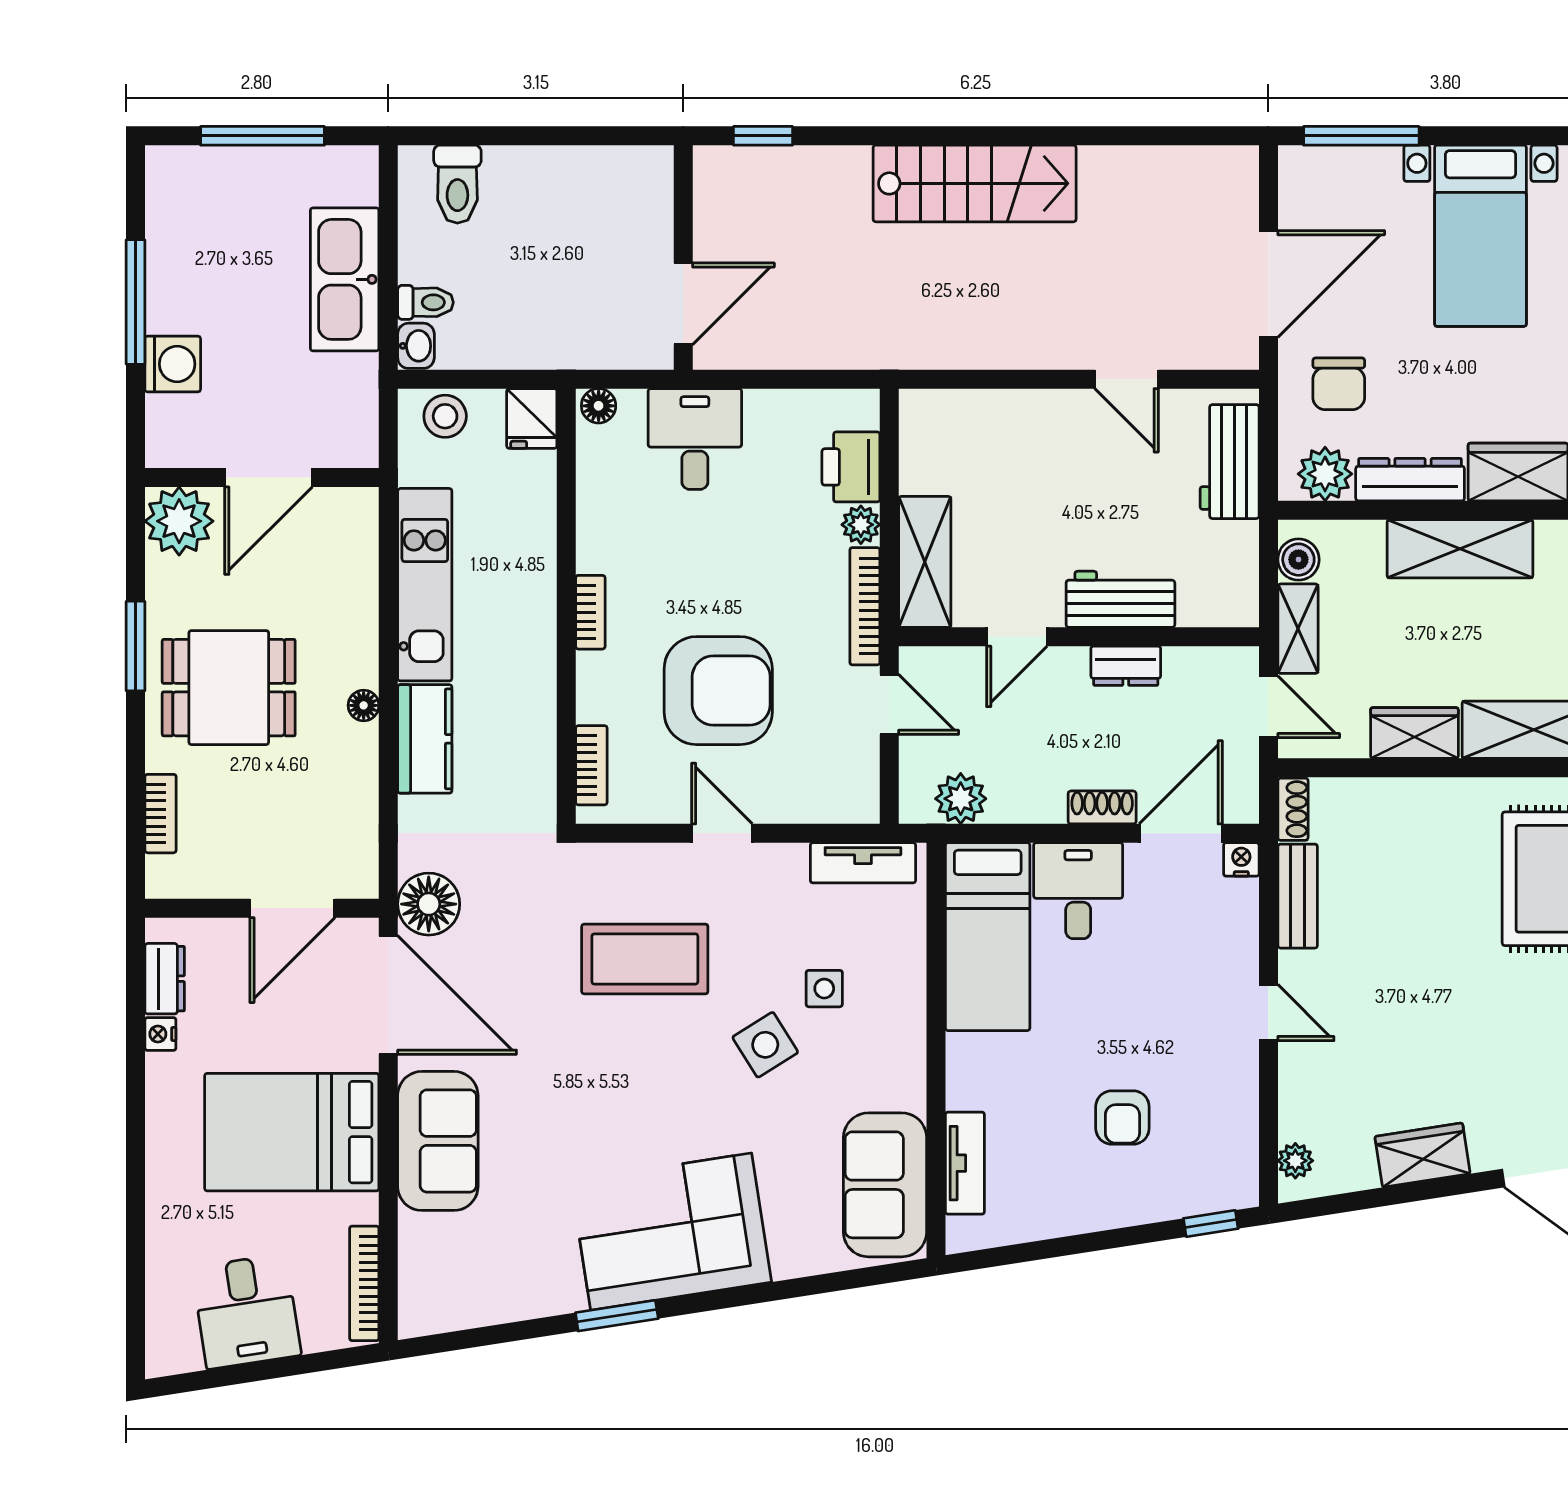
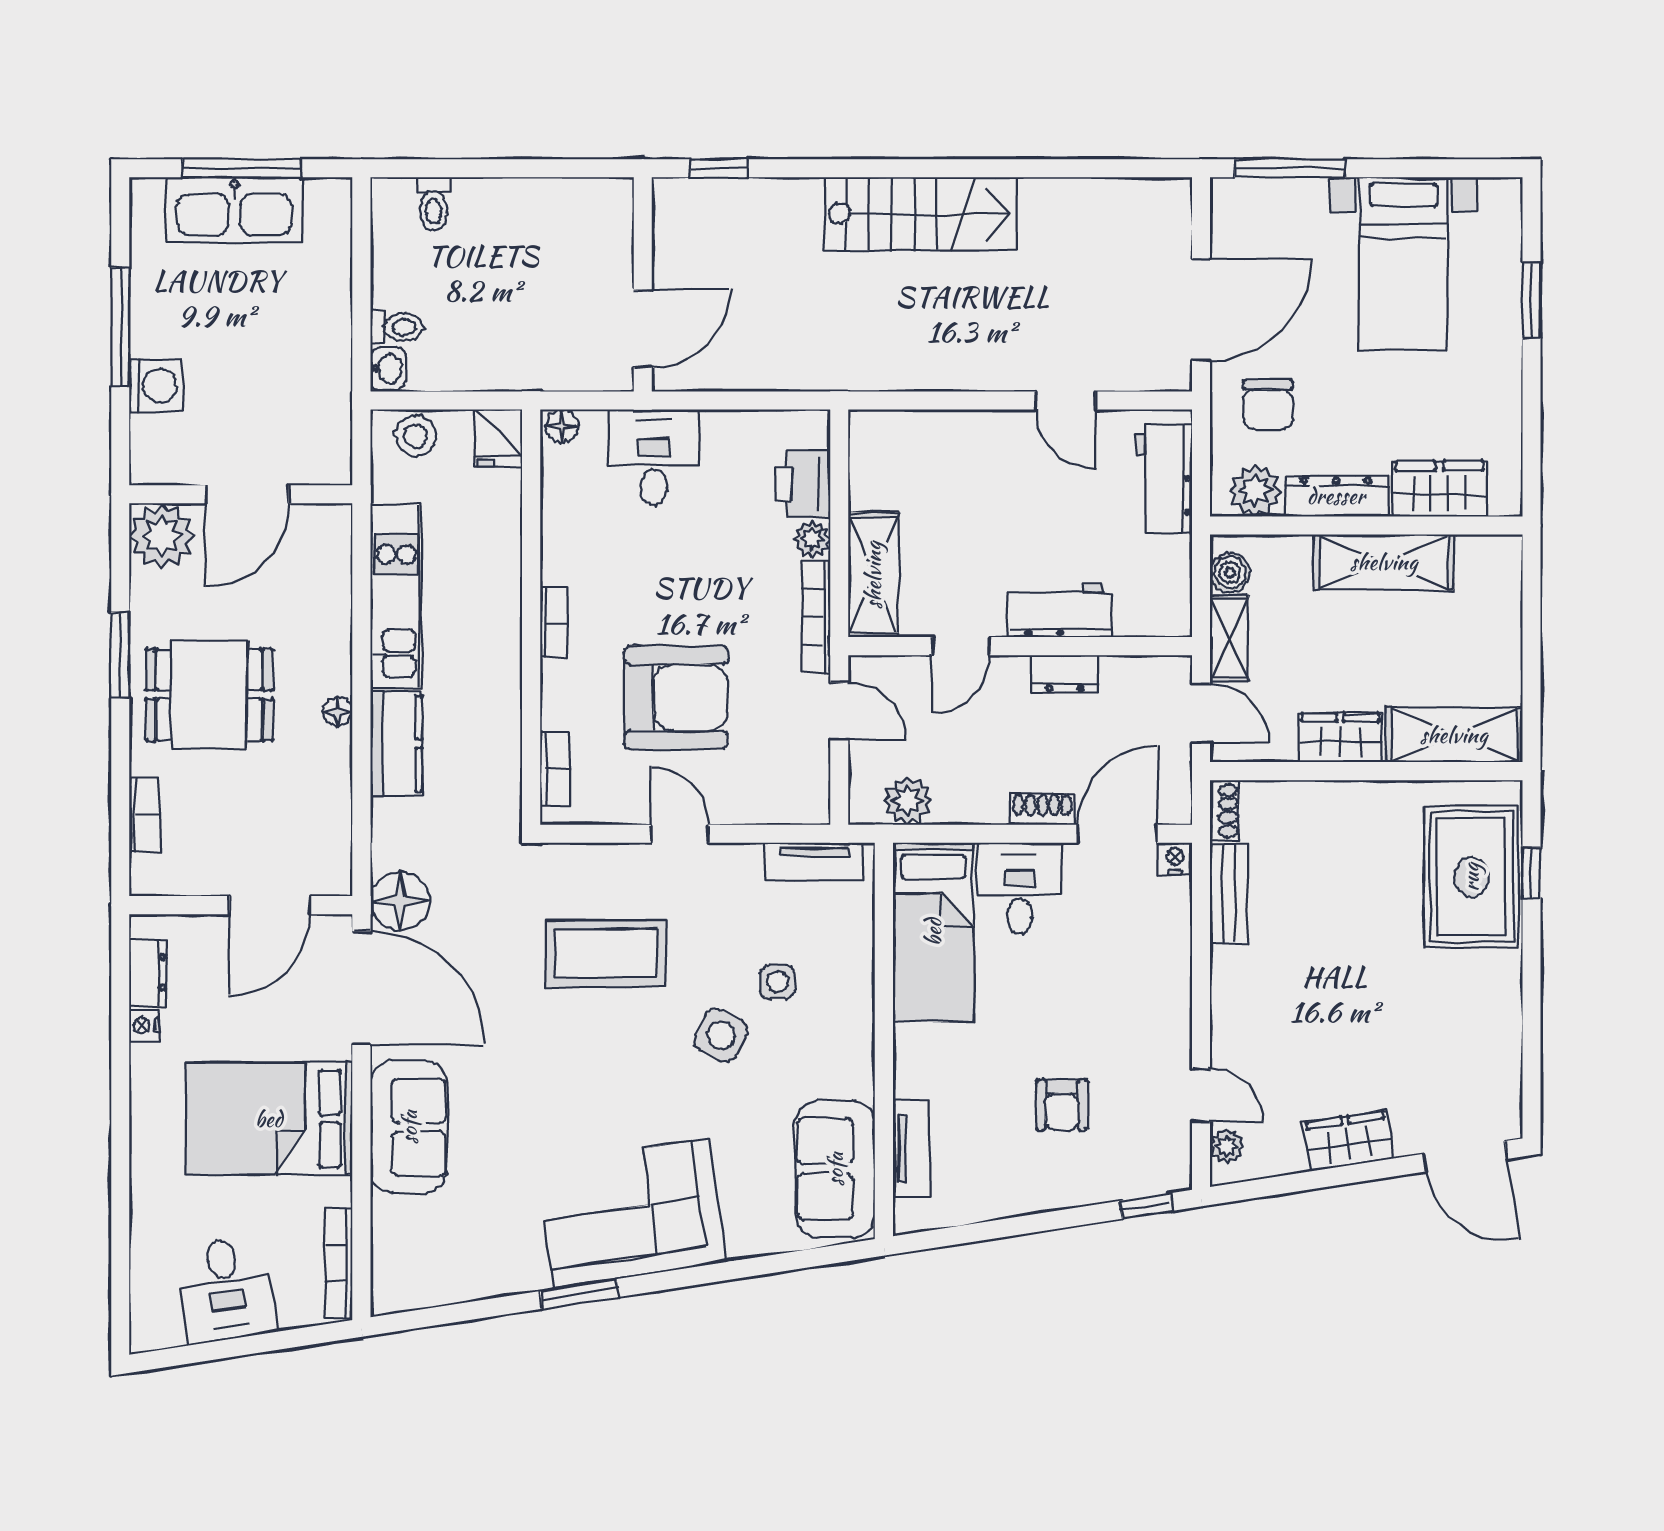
toilet: (457, 184) -> (433, 204), width x0.73, depth x0.72
kitchen sink: (345, 279) -> (234, 210), moved, turned -90
door: (1268, 1013) -> (1201, 1095), moved
side table: (765, 1045) -> (721, 1035), turned -30

